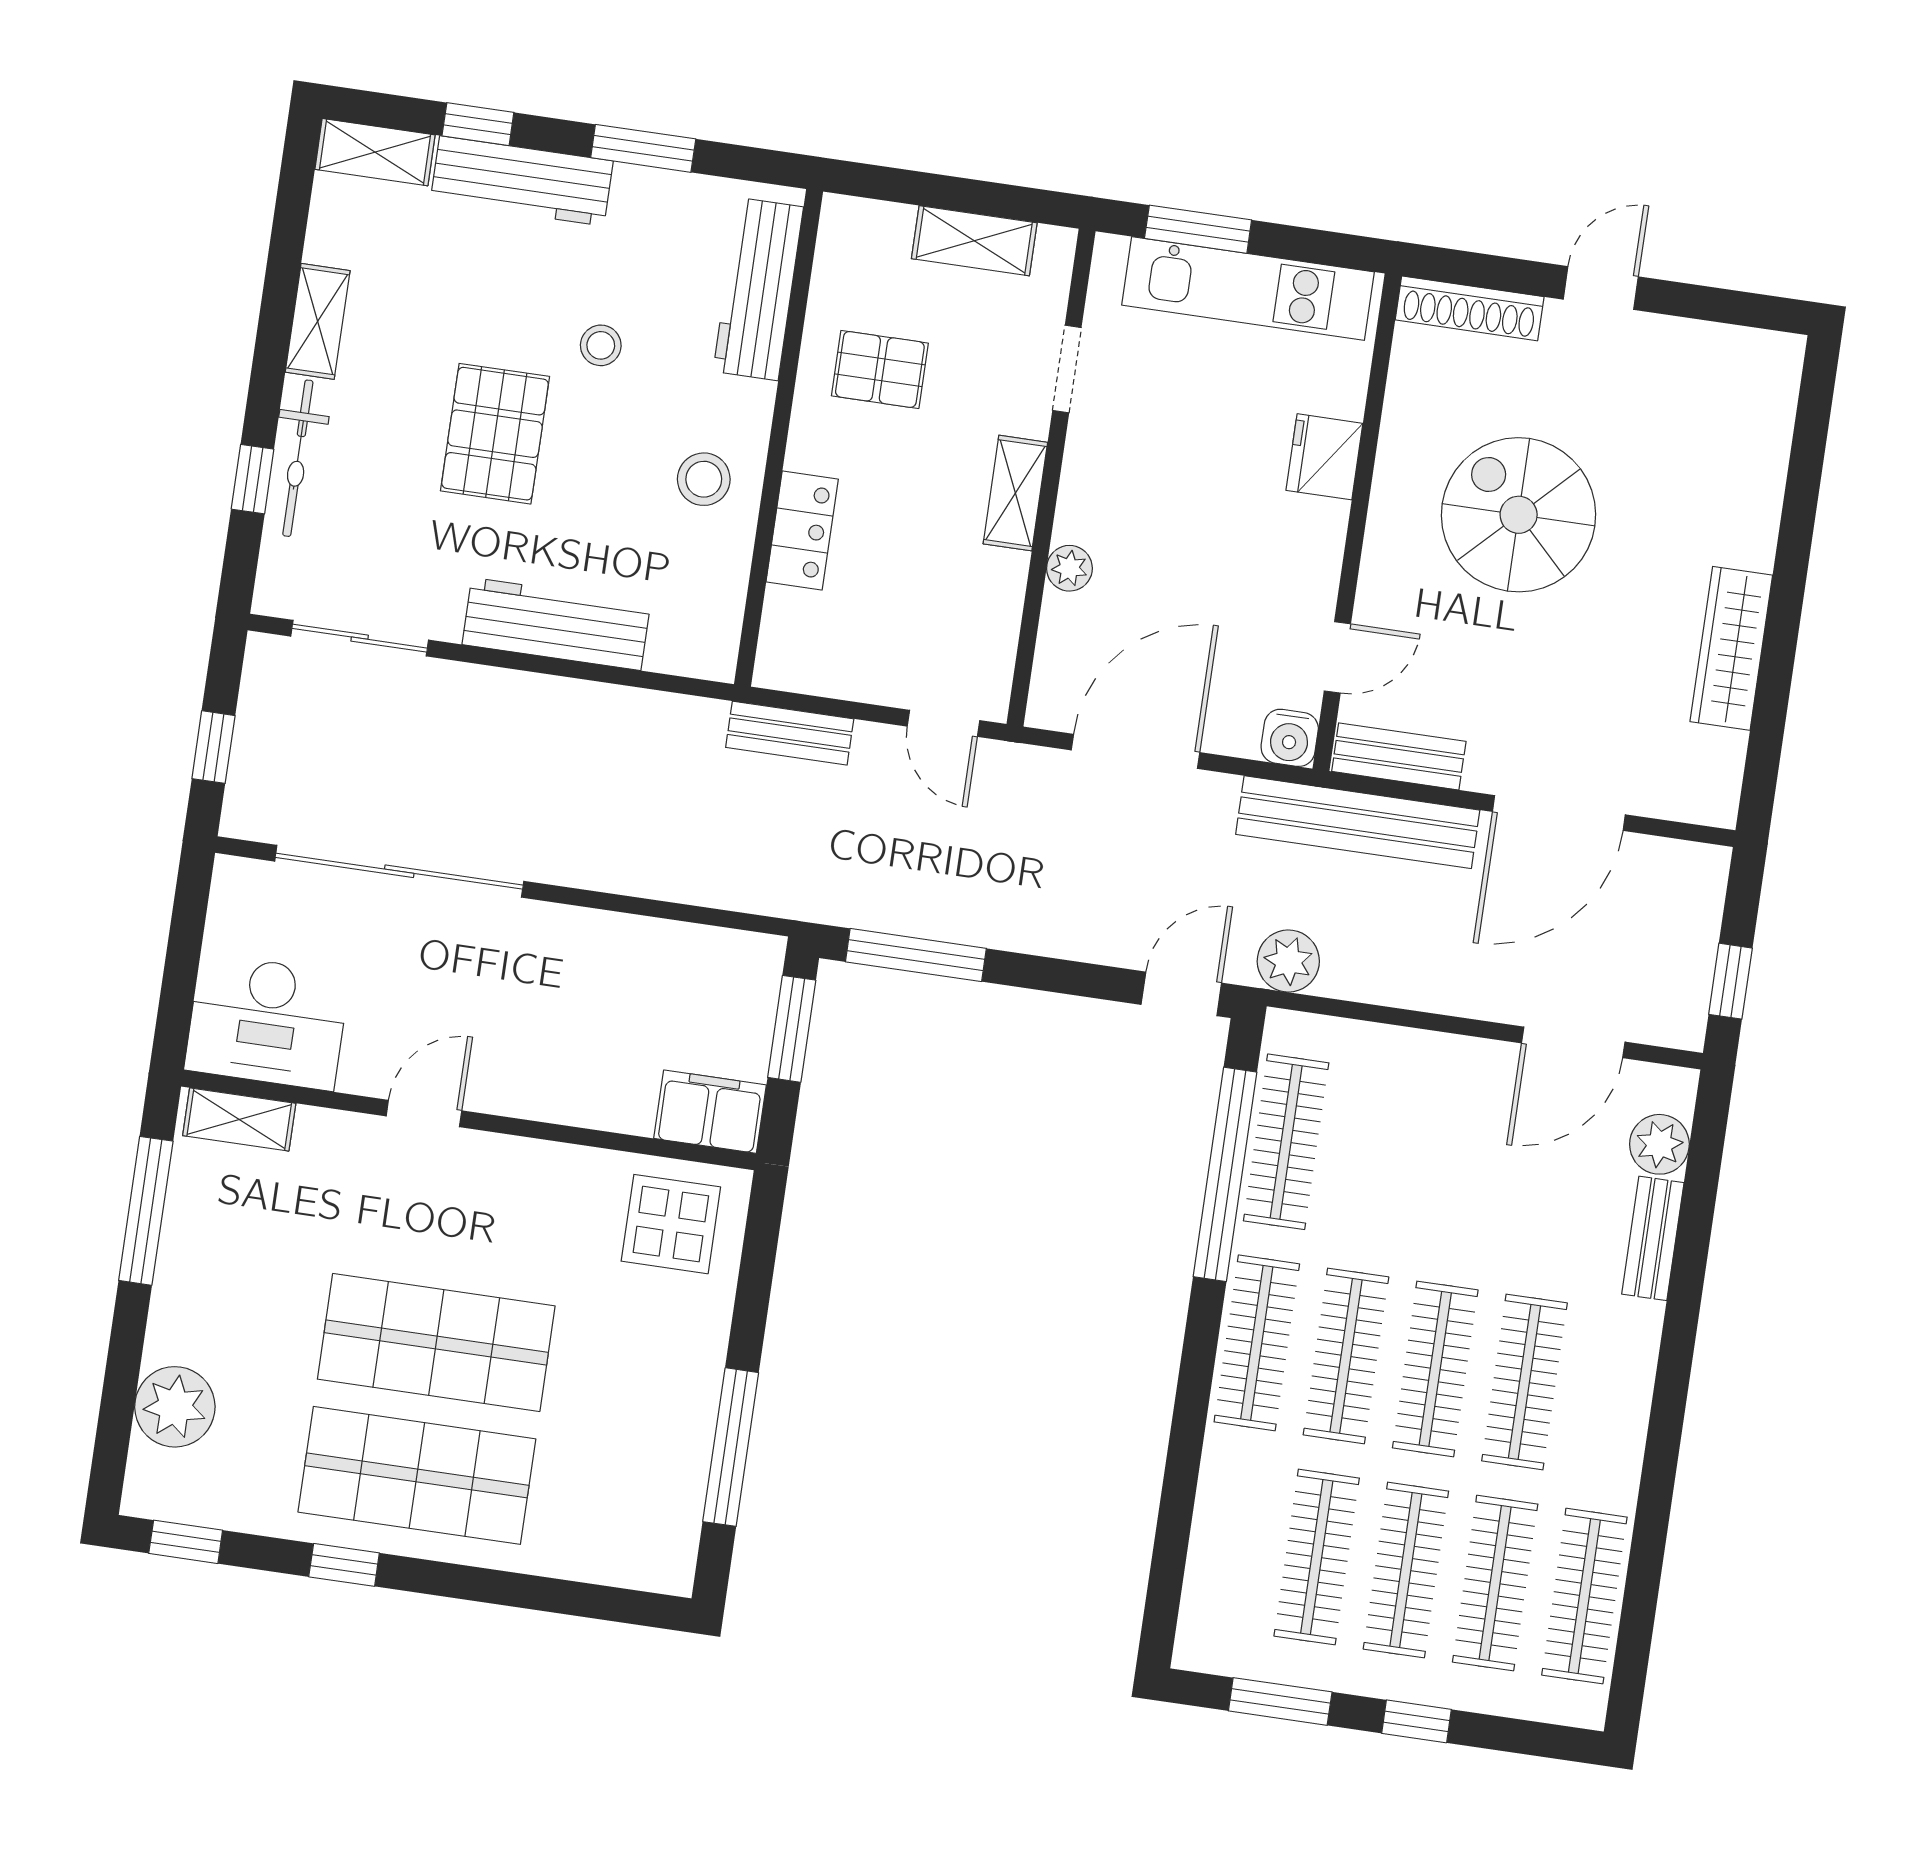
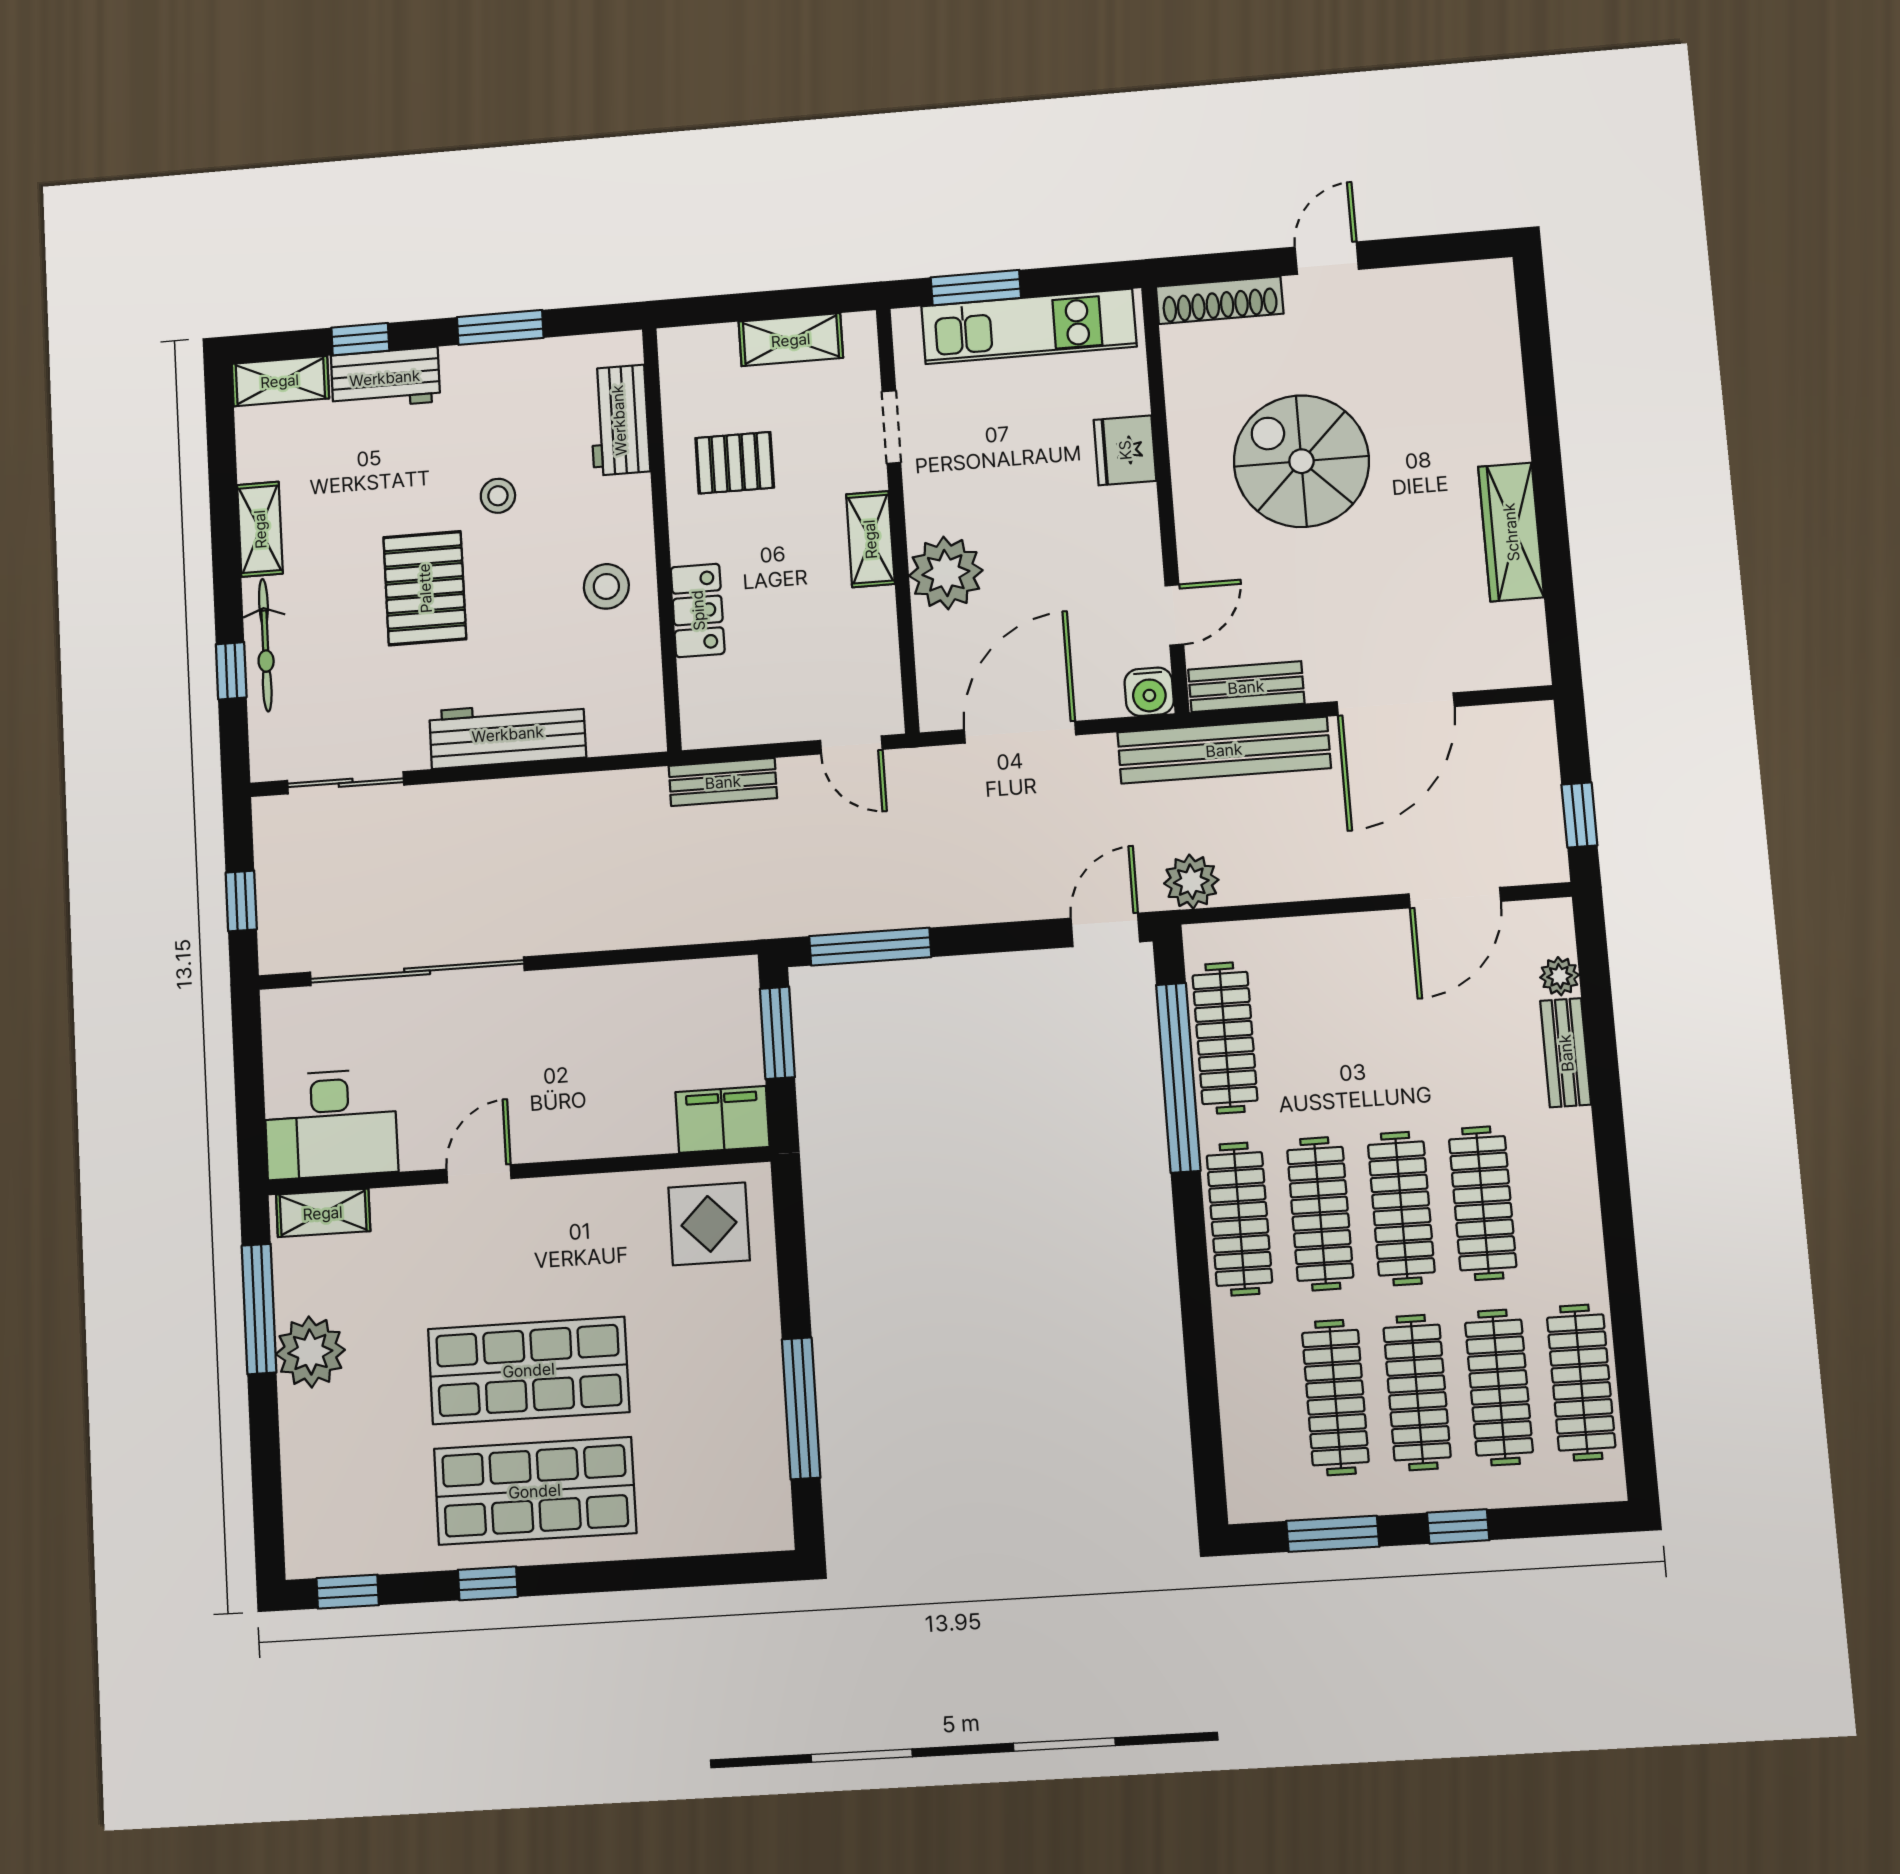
workbench: (522, 181) -> (385, 378), width x0.73
workbench: (758, 289) -> (619, 420), width x0.73
plant: (1069, 568) -> (946, 573), width x1.88, depth x1.88
plant: (1659, 1144) -> (1560, 976), width x0.73, depth x0.73
plant: (175, 1407) -> (310, 1352), moved

